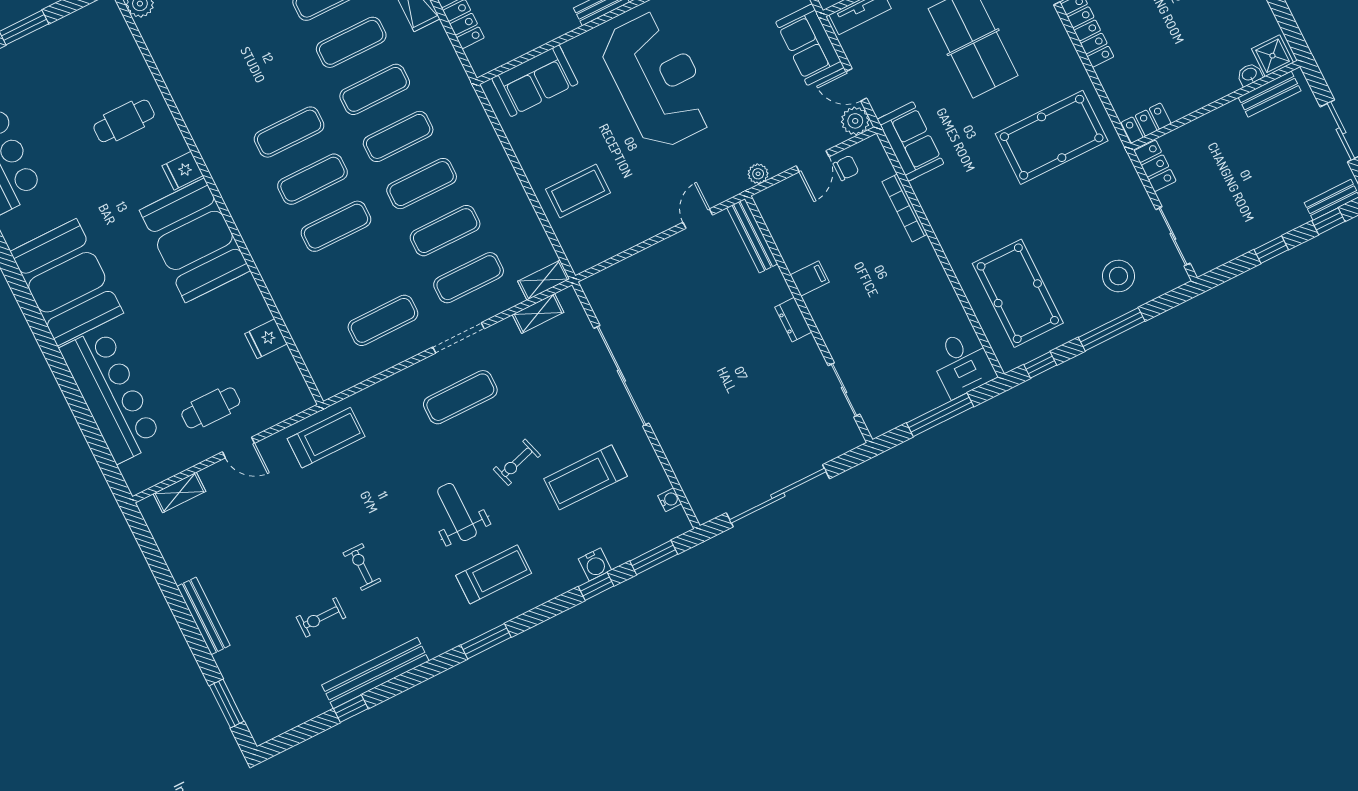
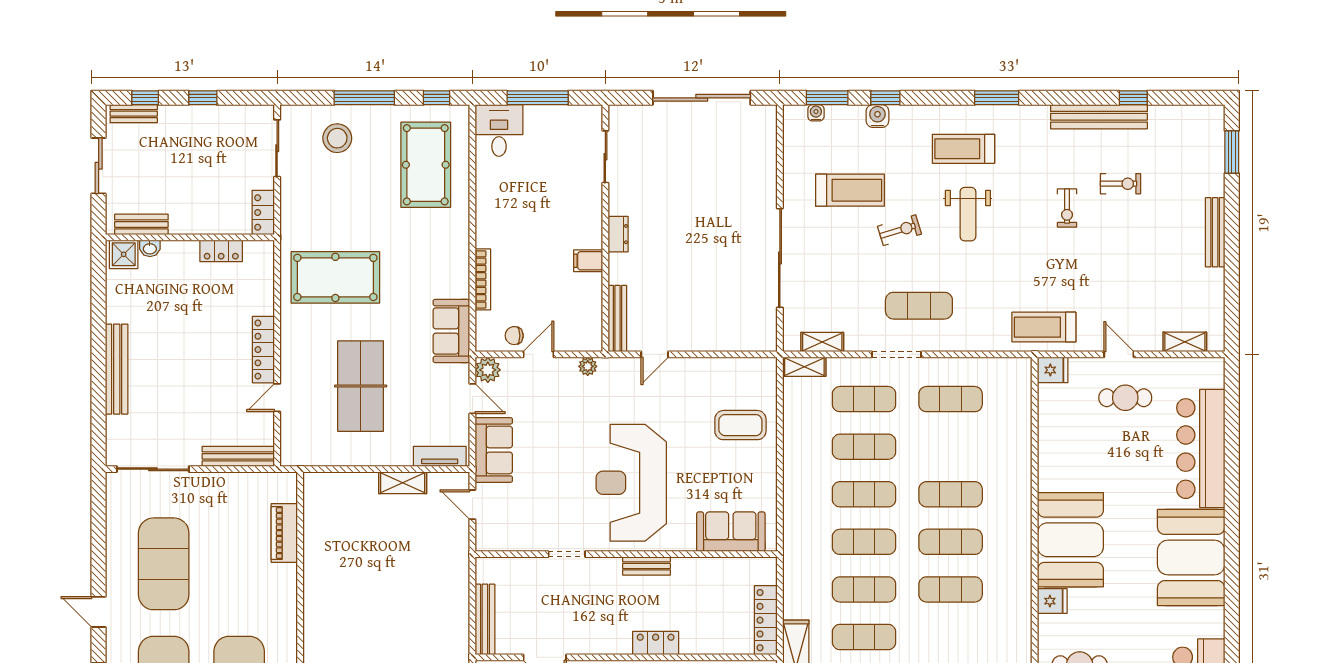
locker: (1146, 123) -> (221, 251), moved
fridge: (266, 339) -> (1053, 370), moved
water cooler: (670, 500) -> (816, 113), moved, turned 90

